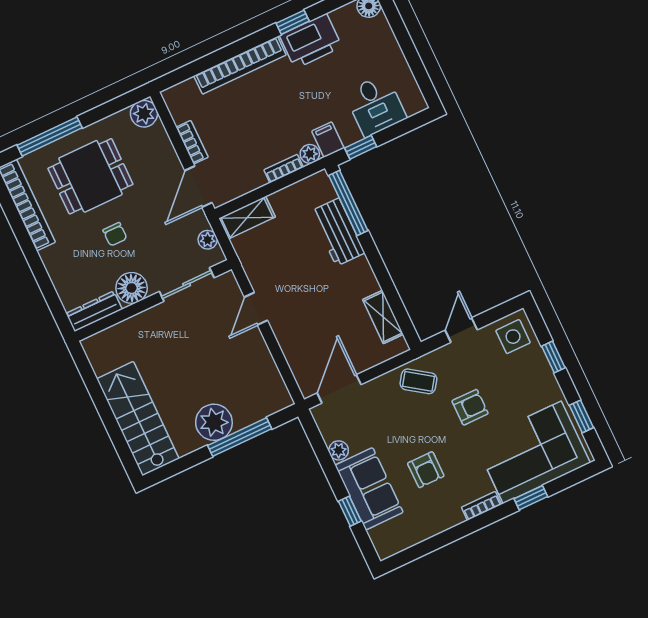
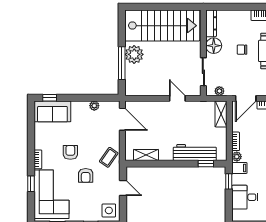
door: (198, 187) -> (246, 98), swing flipped
window: (348, 203) -> (206, 164), width x0.46
workbench: (338, 232) -> (195, 152), width x1.37
stairs: (138, 419) -> (162, 26), width x1.36, depth x1.51
armchair: (426, 470) -> (70, 152), moved, turned 90
sofa: (369, 489) -> (52, 111), moved
window: (350, 511) -> (50, 98), moved

